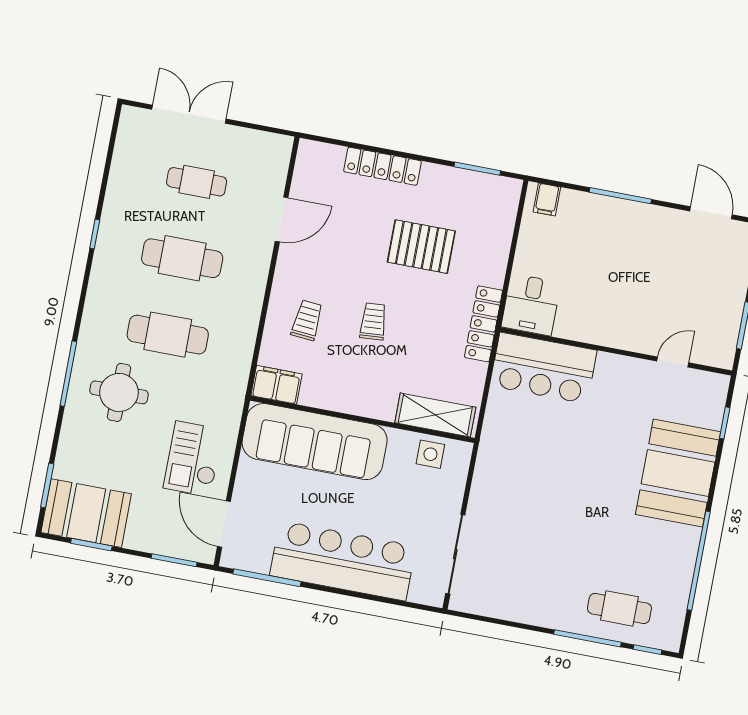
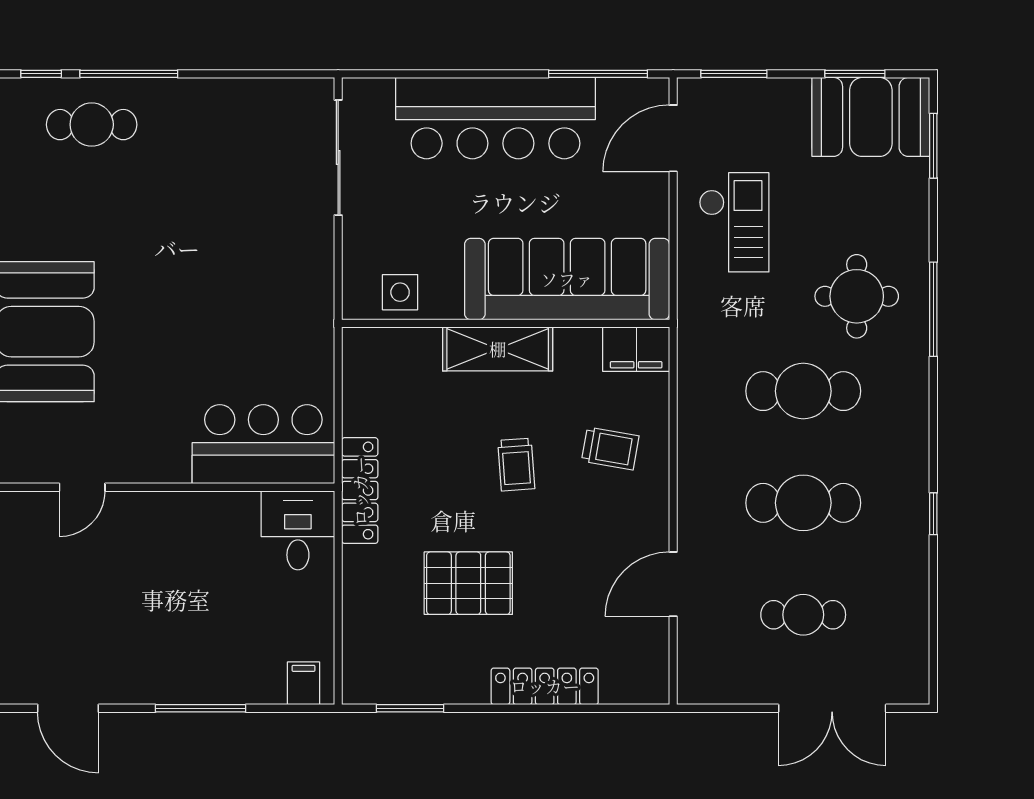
trolley: (307, 320) -> (610, 448), turned -85
shelving: (435, 415) -> (498, 349), moved
door: (224, 524) -> (673, 138), swing flipped

